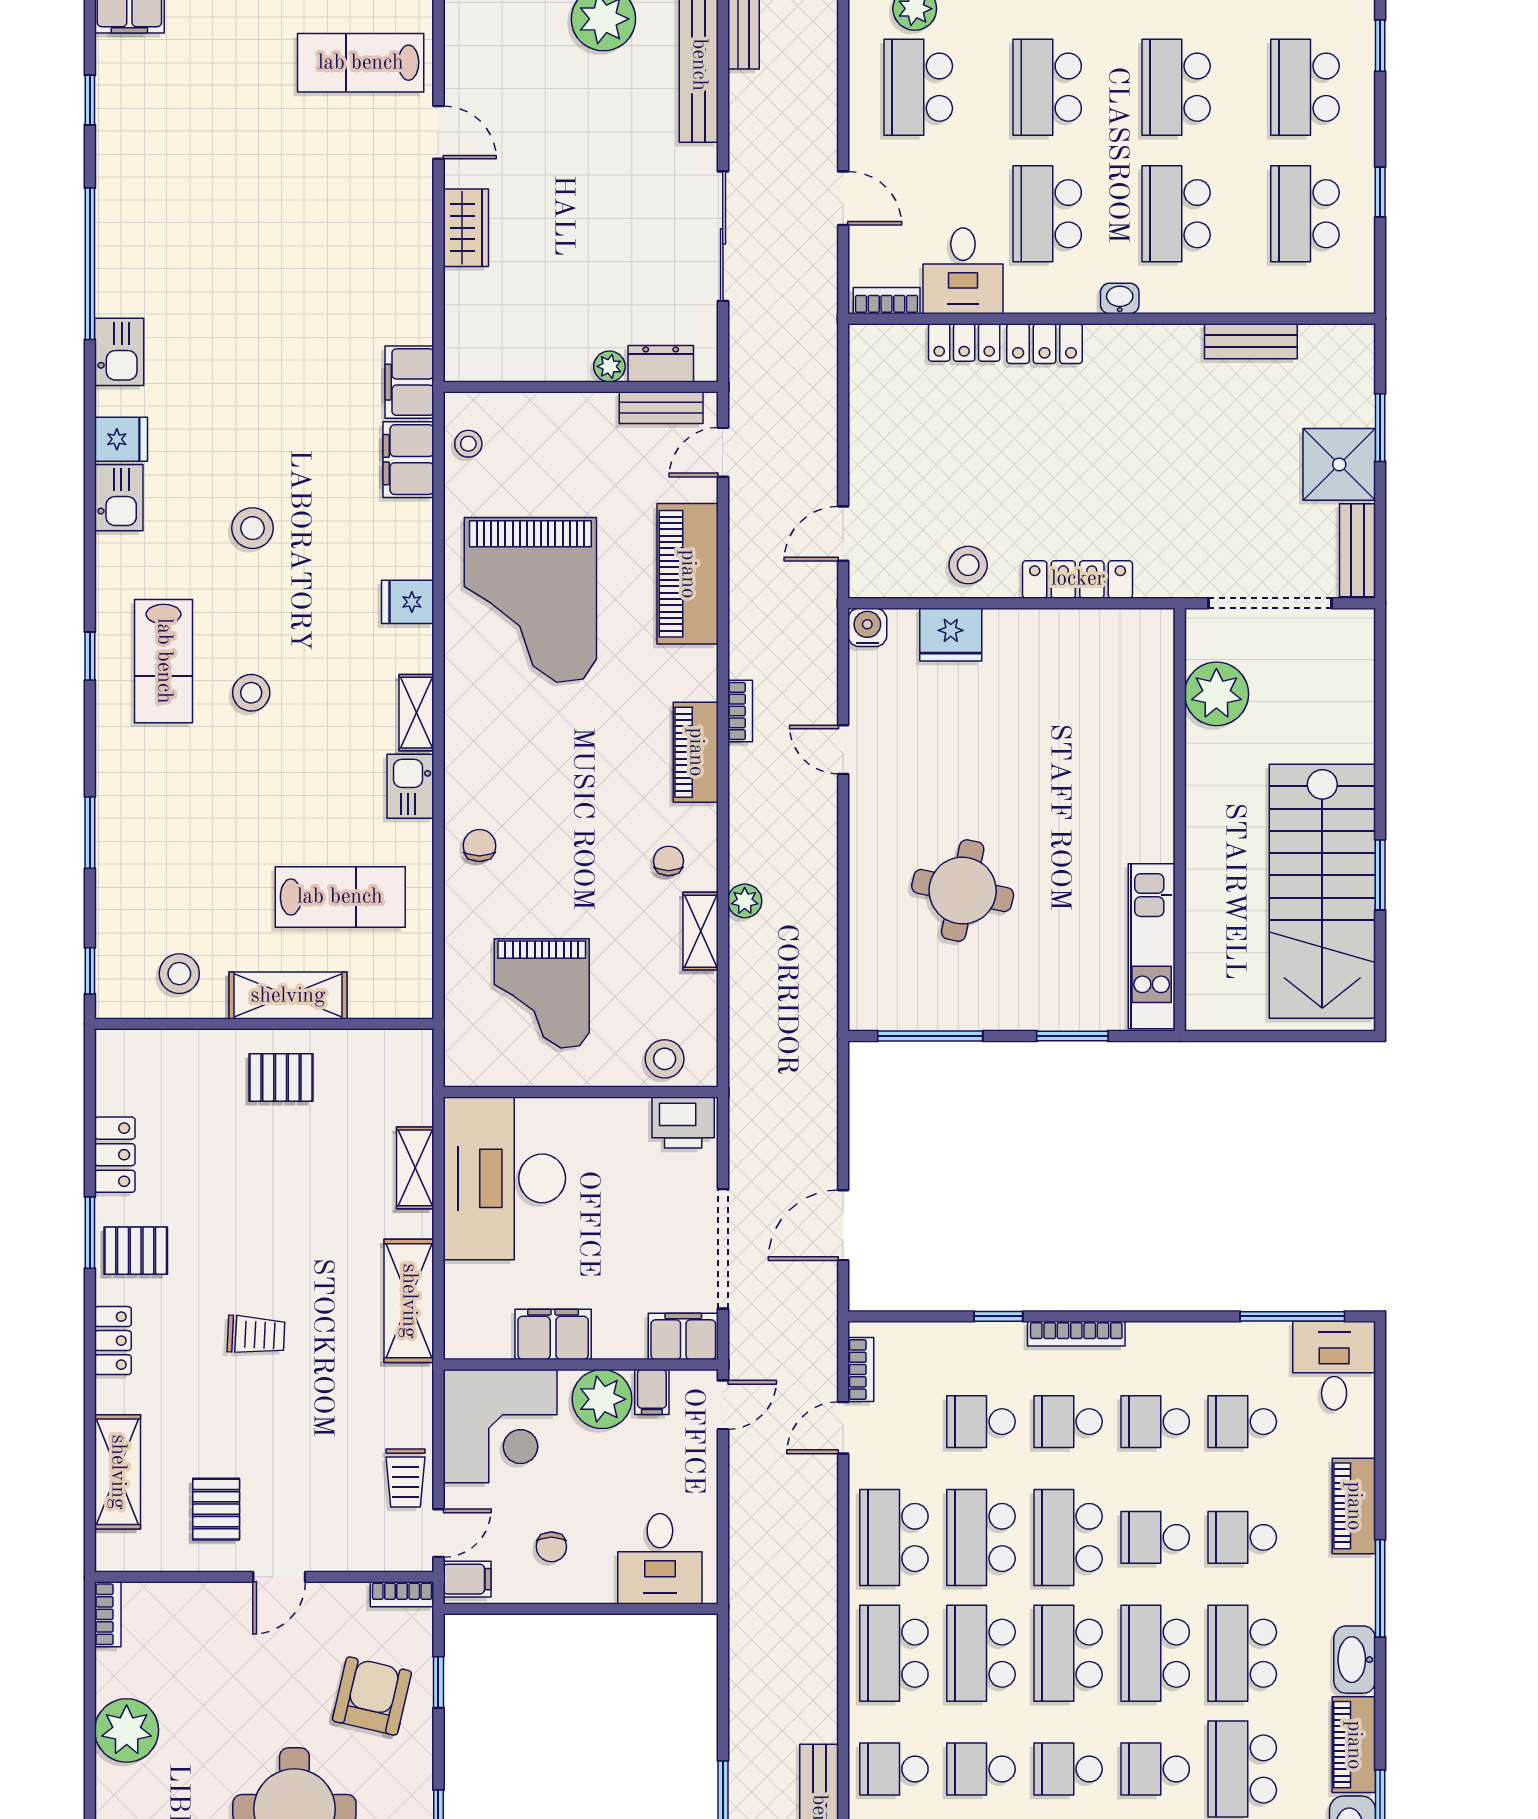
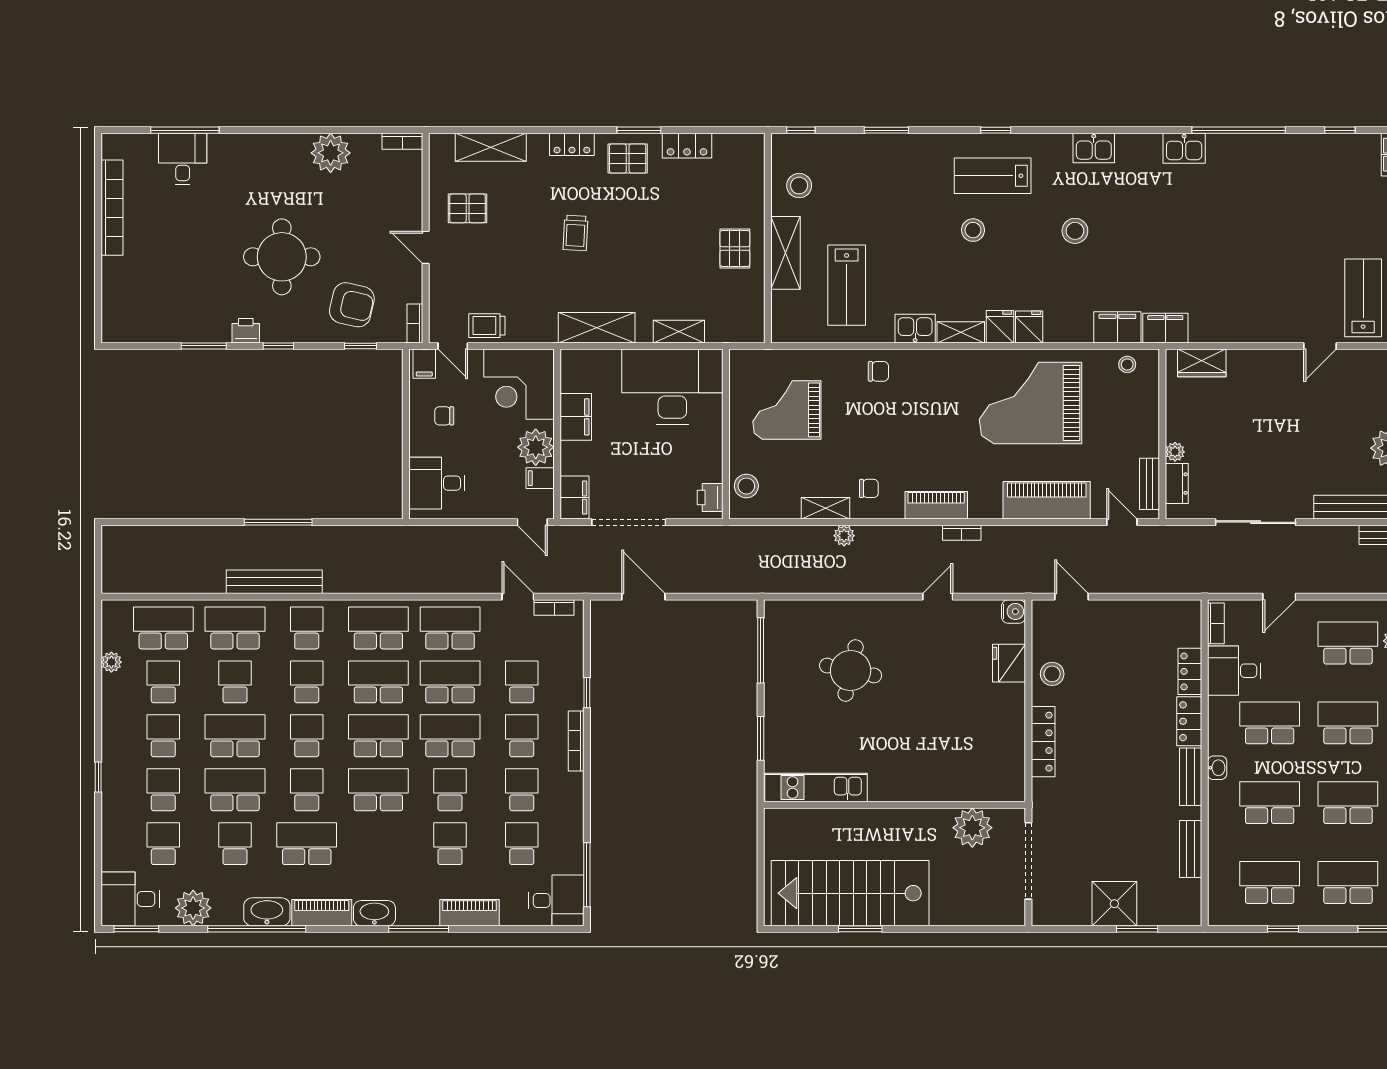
wardrobe: (466, 228) -> (1202, 363), moved
fridge: (121, 439) -> (1000, 327), moved, turned 180
bench: (1357, 550) -> (1191, 777), moved, turned 90
printer: (683, 1122) -> (710, 497), width x0.73, depth x0.81
pallet: (136, 1251) -> (628, 159), turned 90
school desk: (1242, 1653) -> (378, 844), removed

